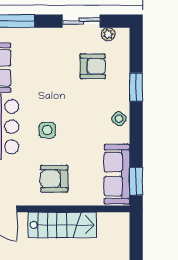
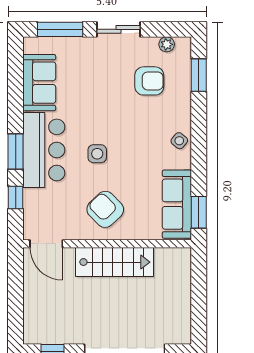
sliding door: (81, 21) -> (118, 29), moved
window: (136, 87) -> (199, 75), moved
armchair: (54, 179) -> (105, 209), turned 46

